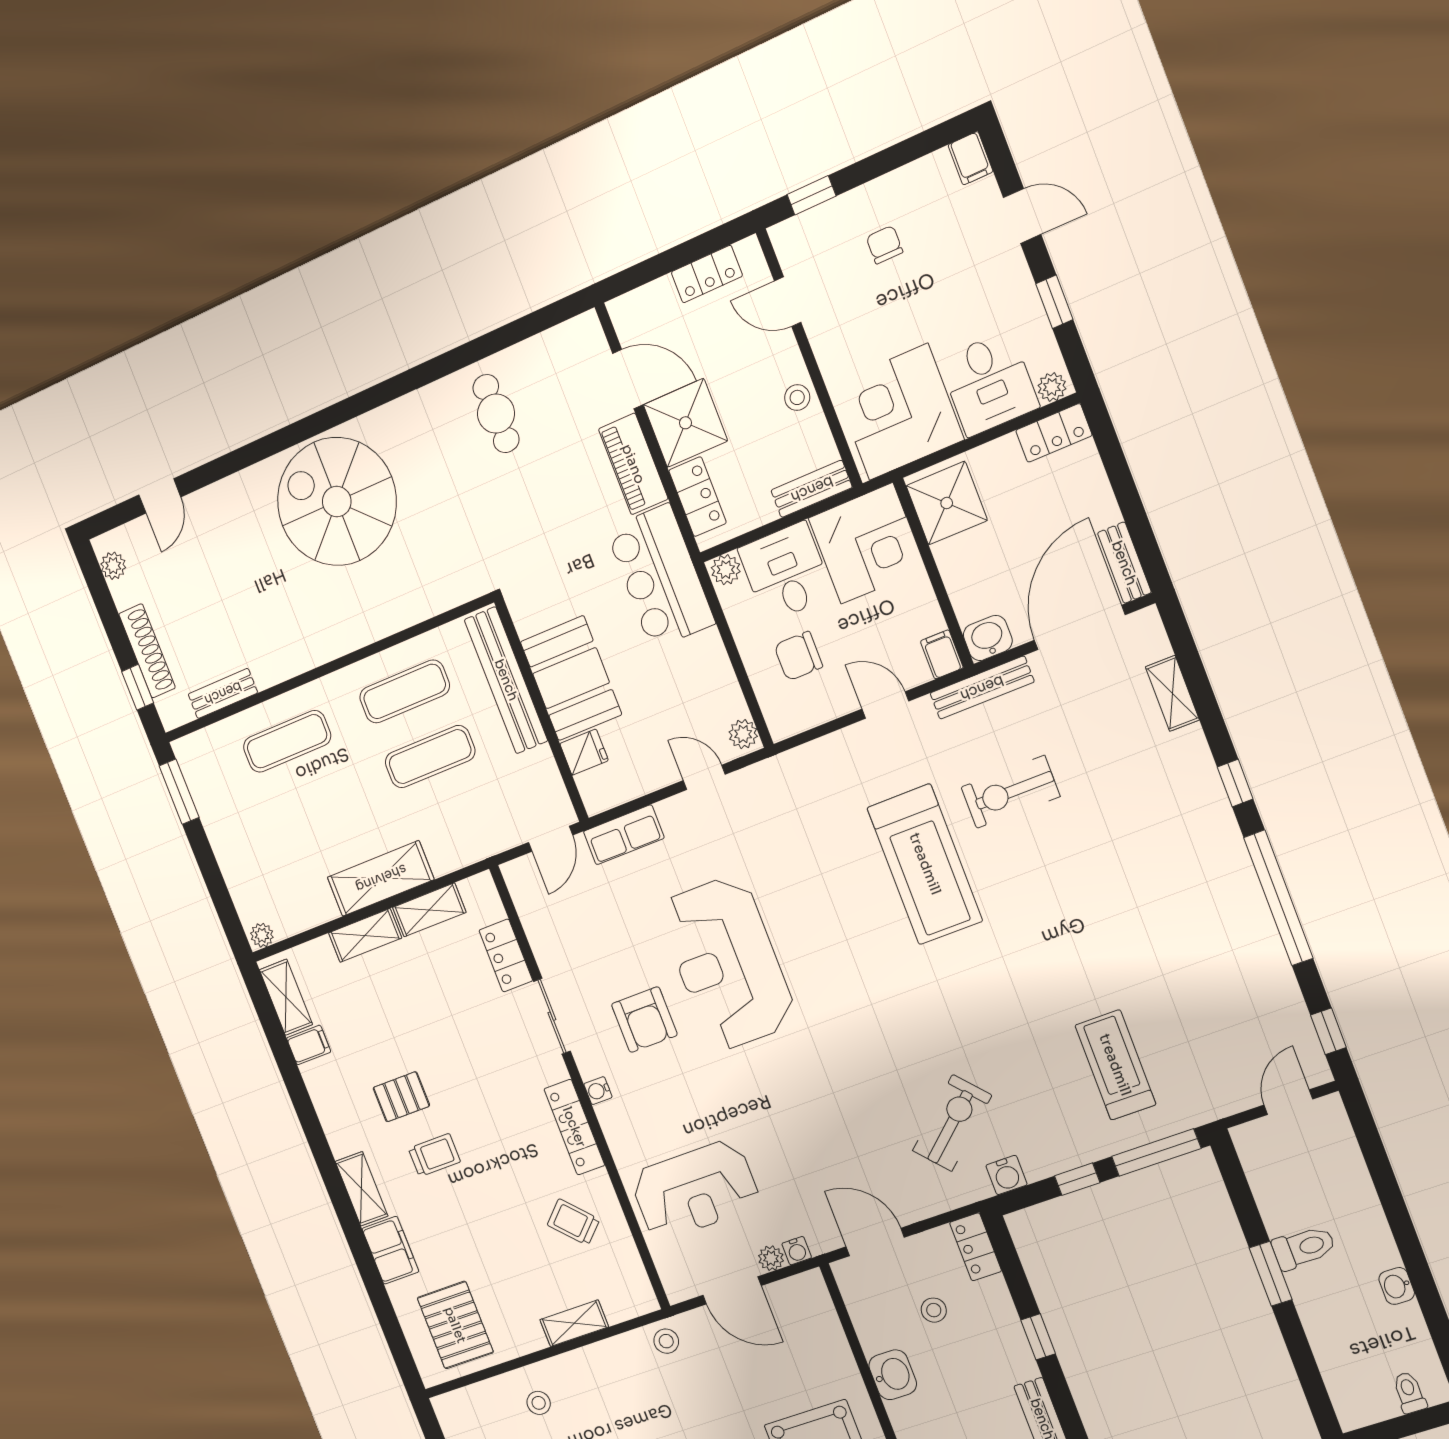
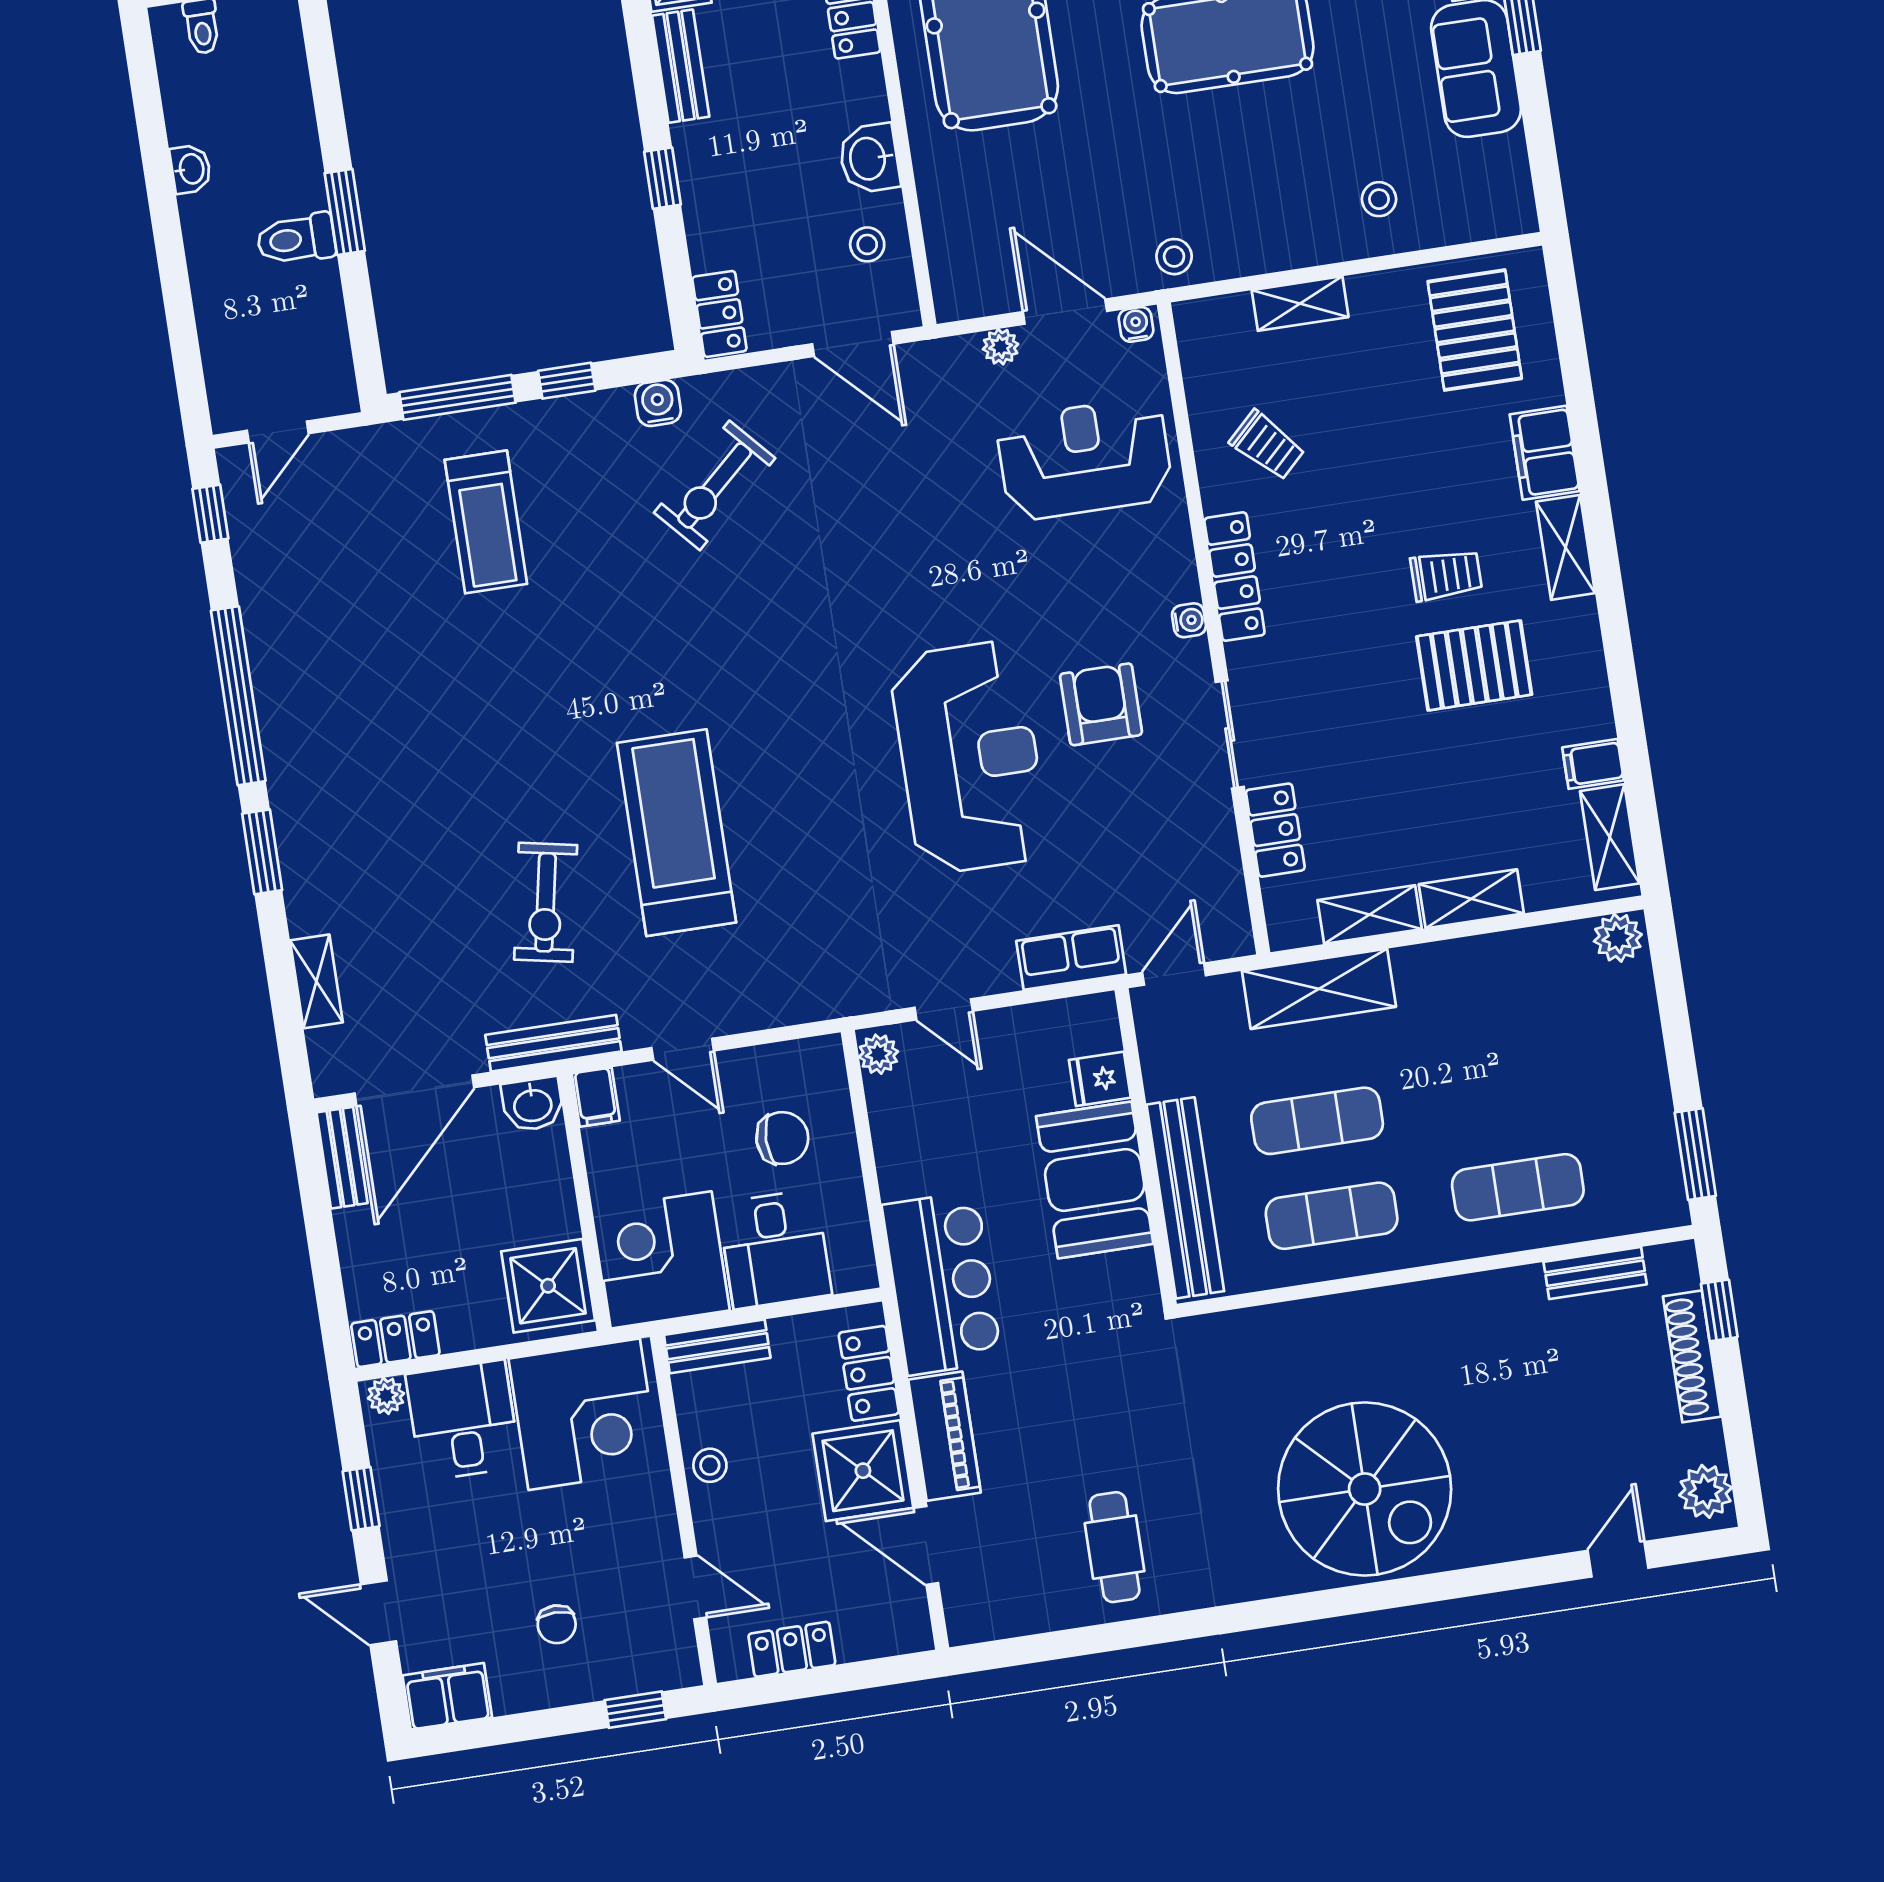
filing cabinet: (971, 158) -> (447, 1696), width x2.00
plant: (113, 566) -> (1706, 1491), width x1.38, depth x1.38
plant: (726, 570) -> (853, 1271), removed
window: (1235, 783) -> (262, 852), width x1.50
exercise bike: (1010, 792) -> (546, 902), turned 101
shelving: (381, 878) -> (1319, 989), moved
plant: (262, 935) -> (1618, 938), width x1.38, depth x1.38
pallet: (401, 1097) -> (1474, 665), width x1.50, depth x1.42
trolley: (434, 1155) -> (1446, 575), turned 180
water cooler: (797, 1251) -> (1136, 324), moved
stool: (934, 1310) -> (867, 244), moved

